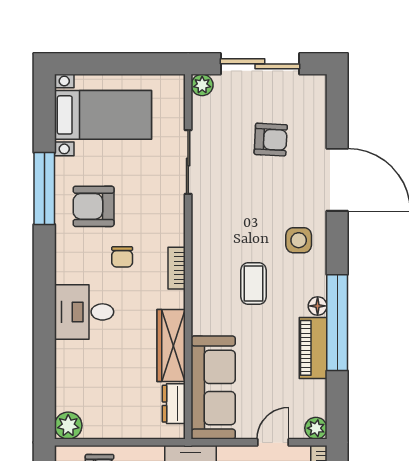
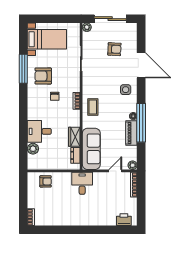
coffee table: (253, 284) -> (93, 107), moved
desk: (84, 312) -> (39, 131), moved
wardrobe: (171, 345) -> (74, 137), width x0.67
plant: (68, 426) -> (33, 149), moved

